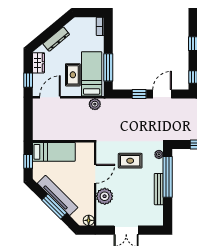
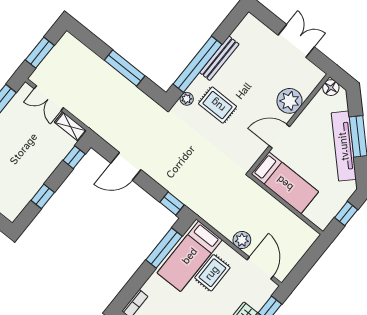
window: (139, 94) -> (172, 203), moved
door: (50, 97) -> (260, 268), swing flipped
plant: (95, 104) -> (242, 240), moved
bed: (54, 152) -> (285, 183), moved, turned 180
rug: (130, 161) -> (218, 105), moved

